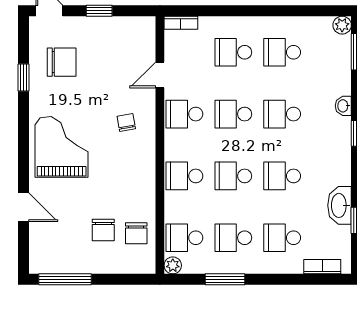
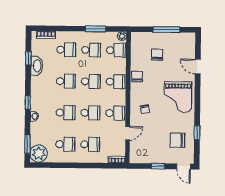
plant: (342, 25) -> (39, 154), width x1.88, depth x1.88
chair: (136, 233) -> (137, 76), moved
window: (65, 279) -> (167, 30), moved

